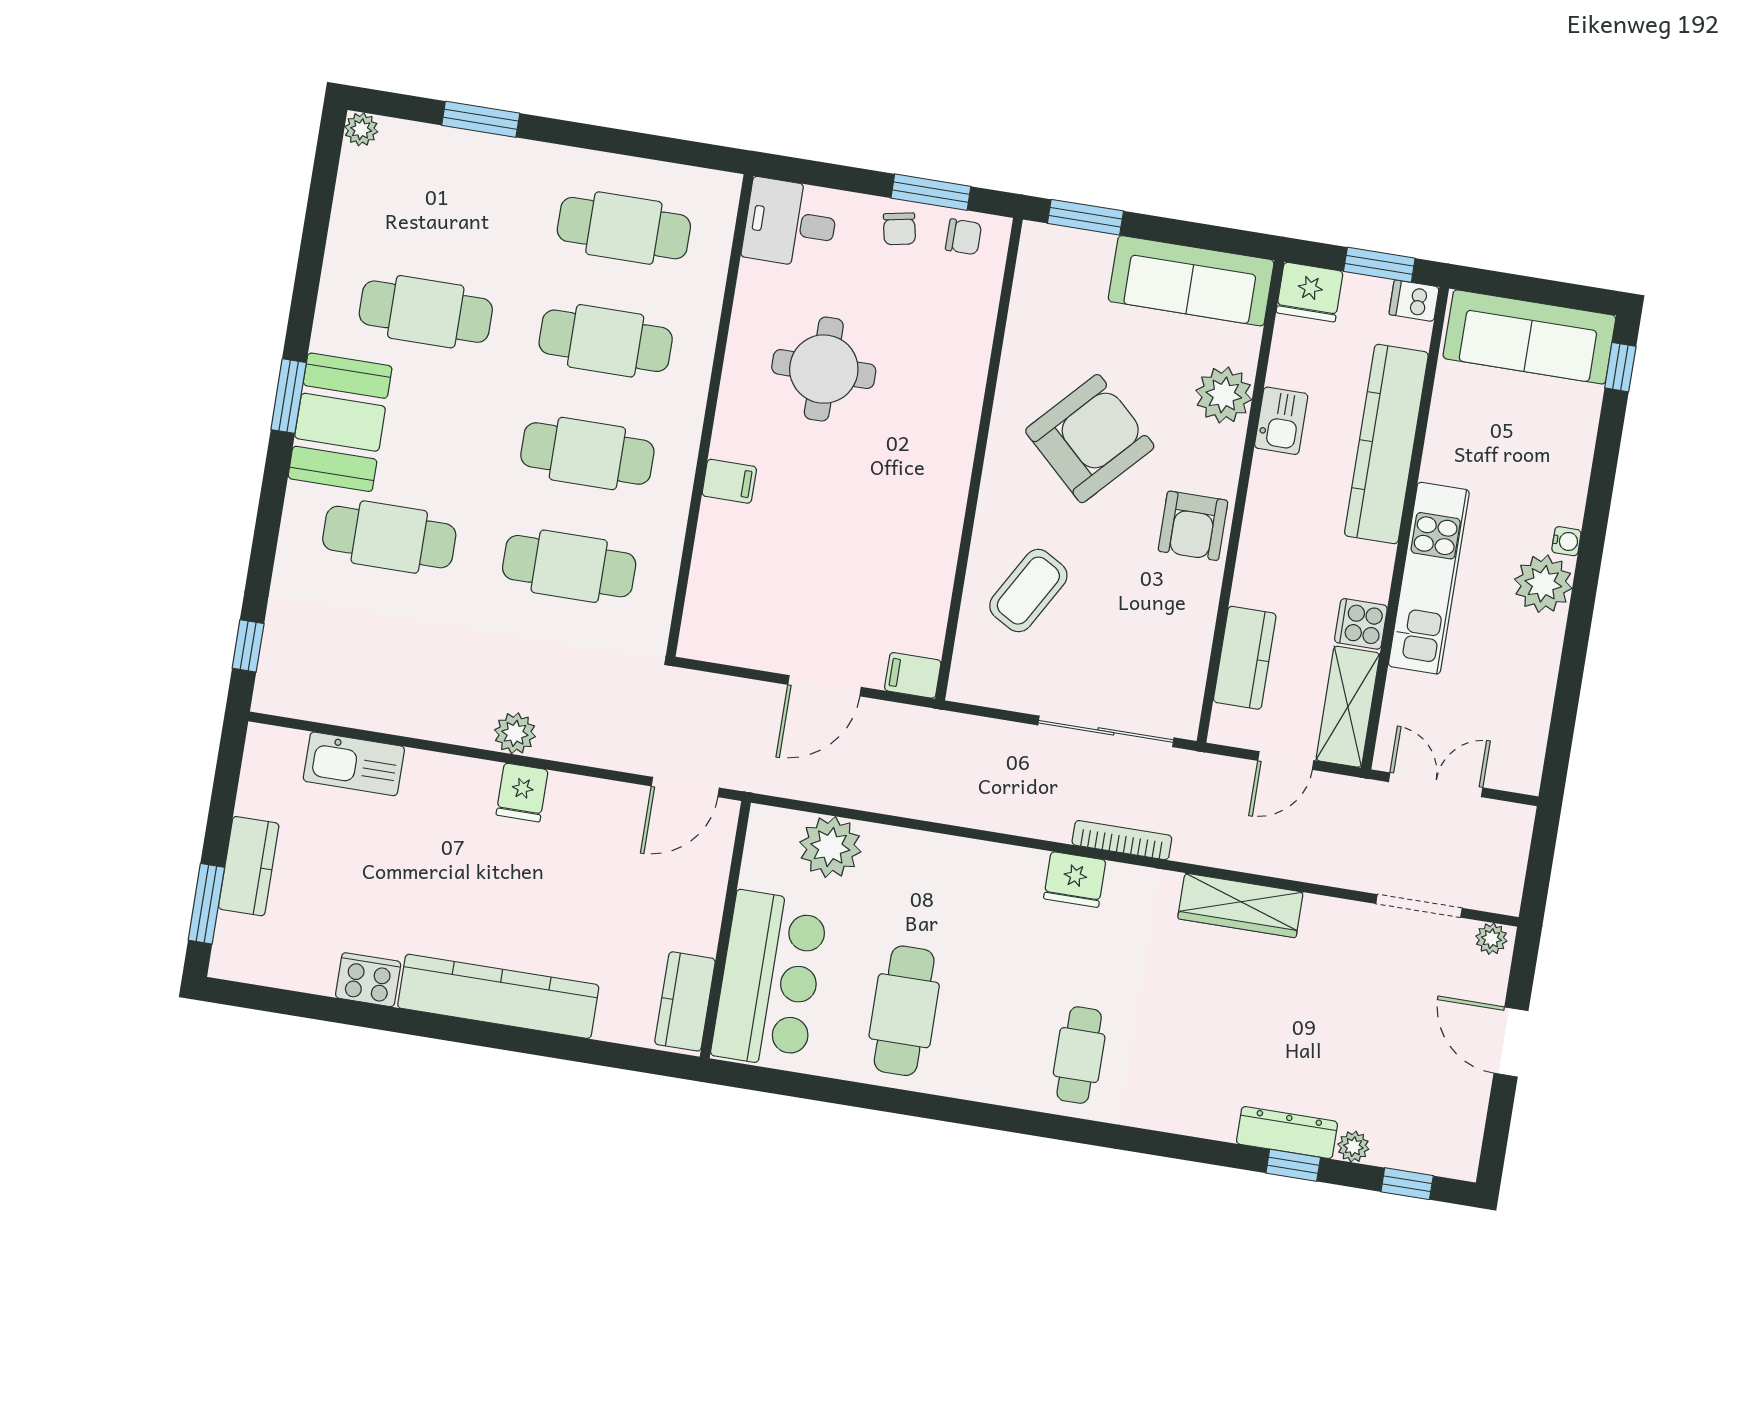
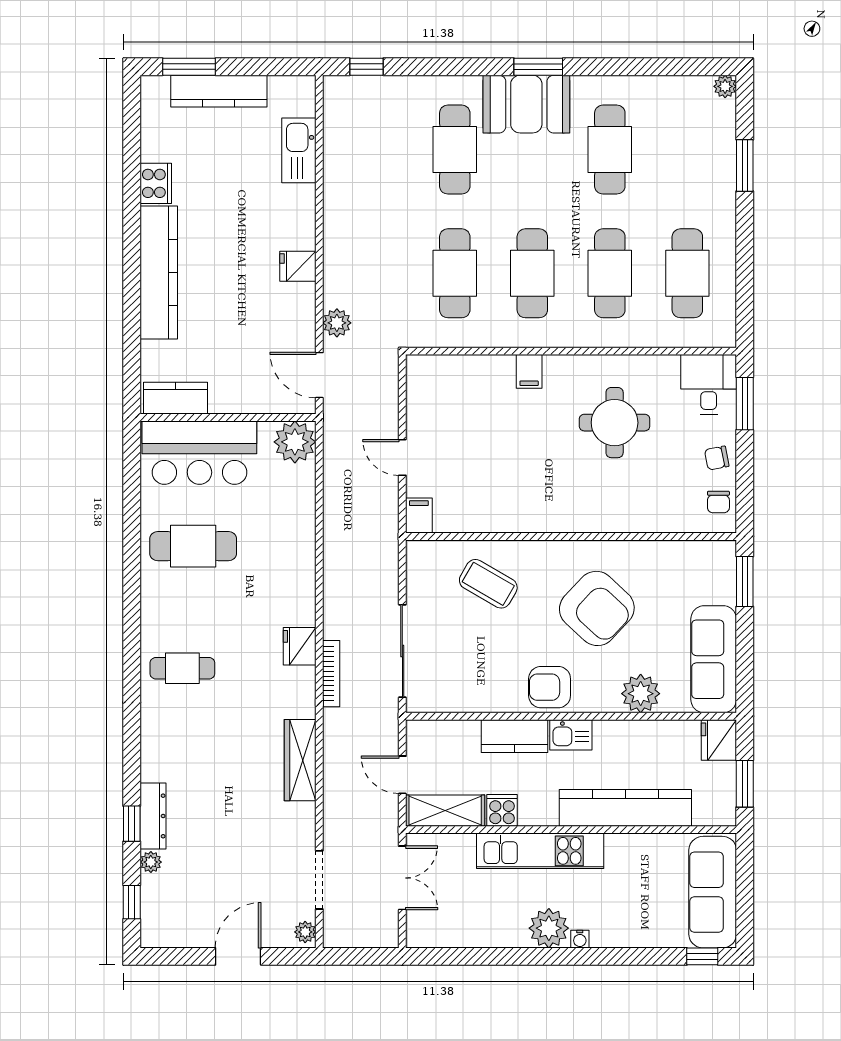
window: (931, 192) -> (745, 404), moved
dishwasher: (1414, 301) -> (724, 811), removed
kitchen sink: (1281, 421) -> (571, 735), moved
kitchen counter: (1245, 658) -> (514, 736), moved
door: (825, 686) -> (402, 457), width x0.73
plant: (515, 733) -> (337, 323), moved
plant: (830, 847) -> (295, 442), moved
kitchen counter: (249, 866) -> (219, 91), width x1.50

